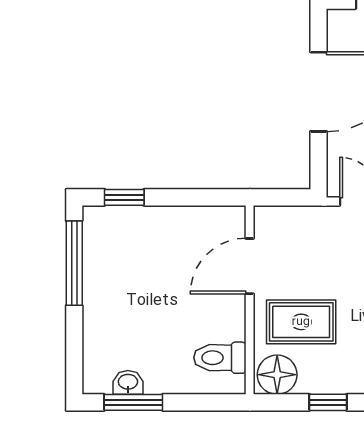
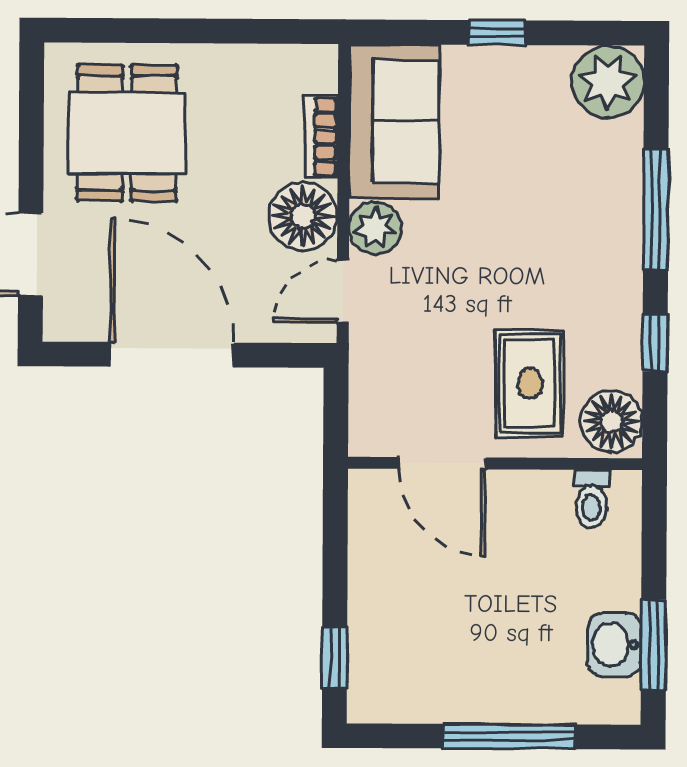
window: (74, 263) -> (509, 736), moved
toilet: (220, 358) -> (591, 499), width x0.73, depth x0.72
washbasin: (128, 382) -> (614, 645), width x1.38, depth x1.45

